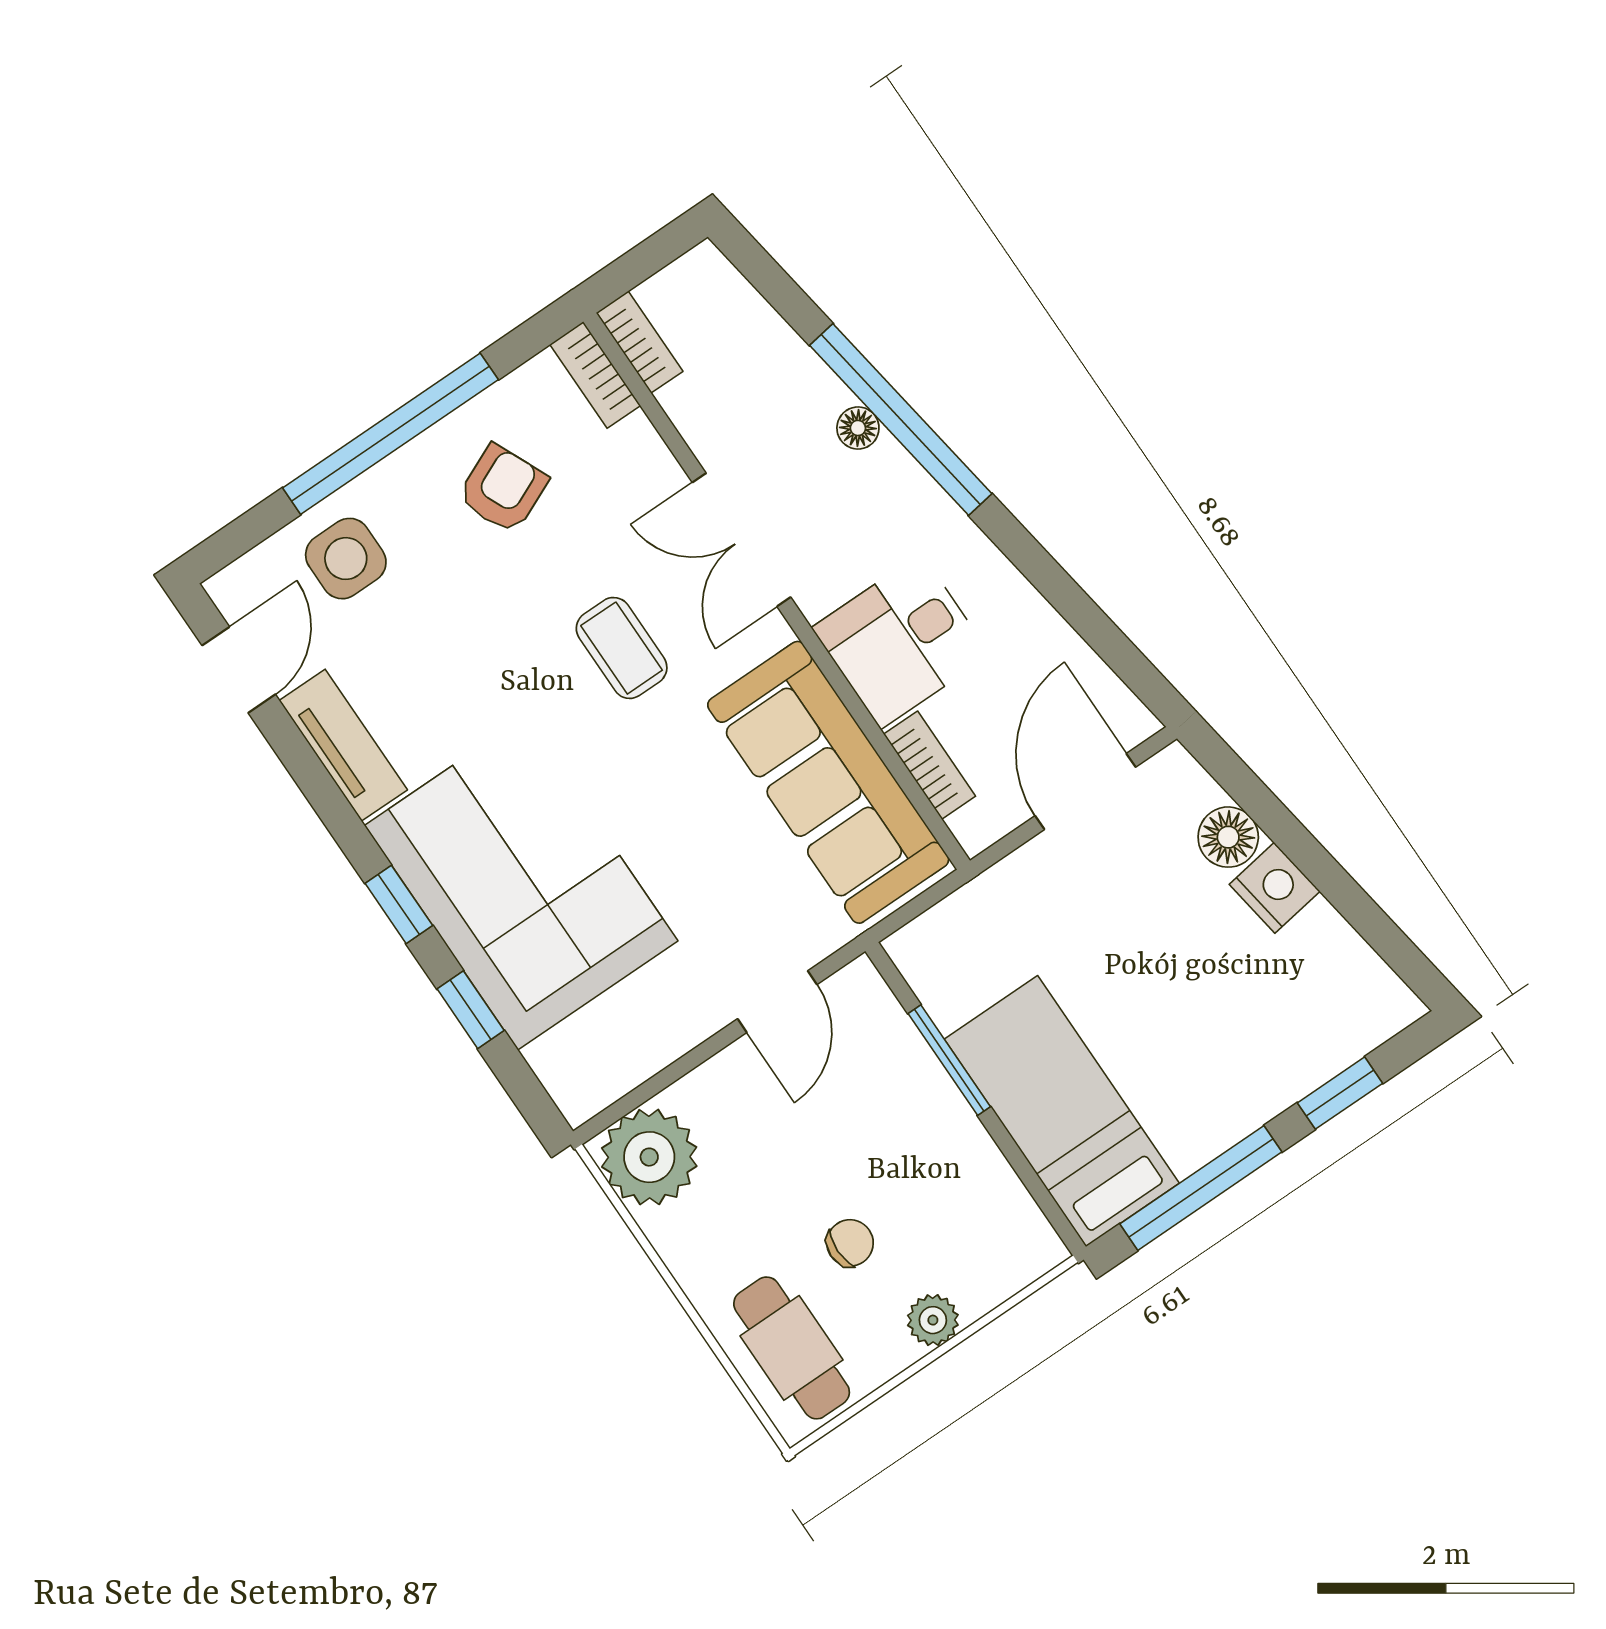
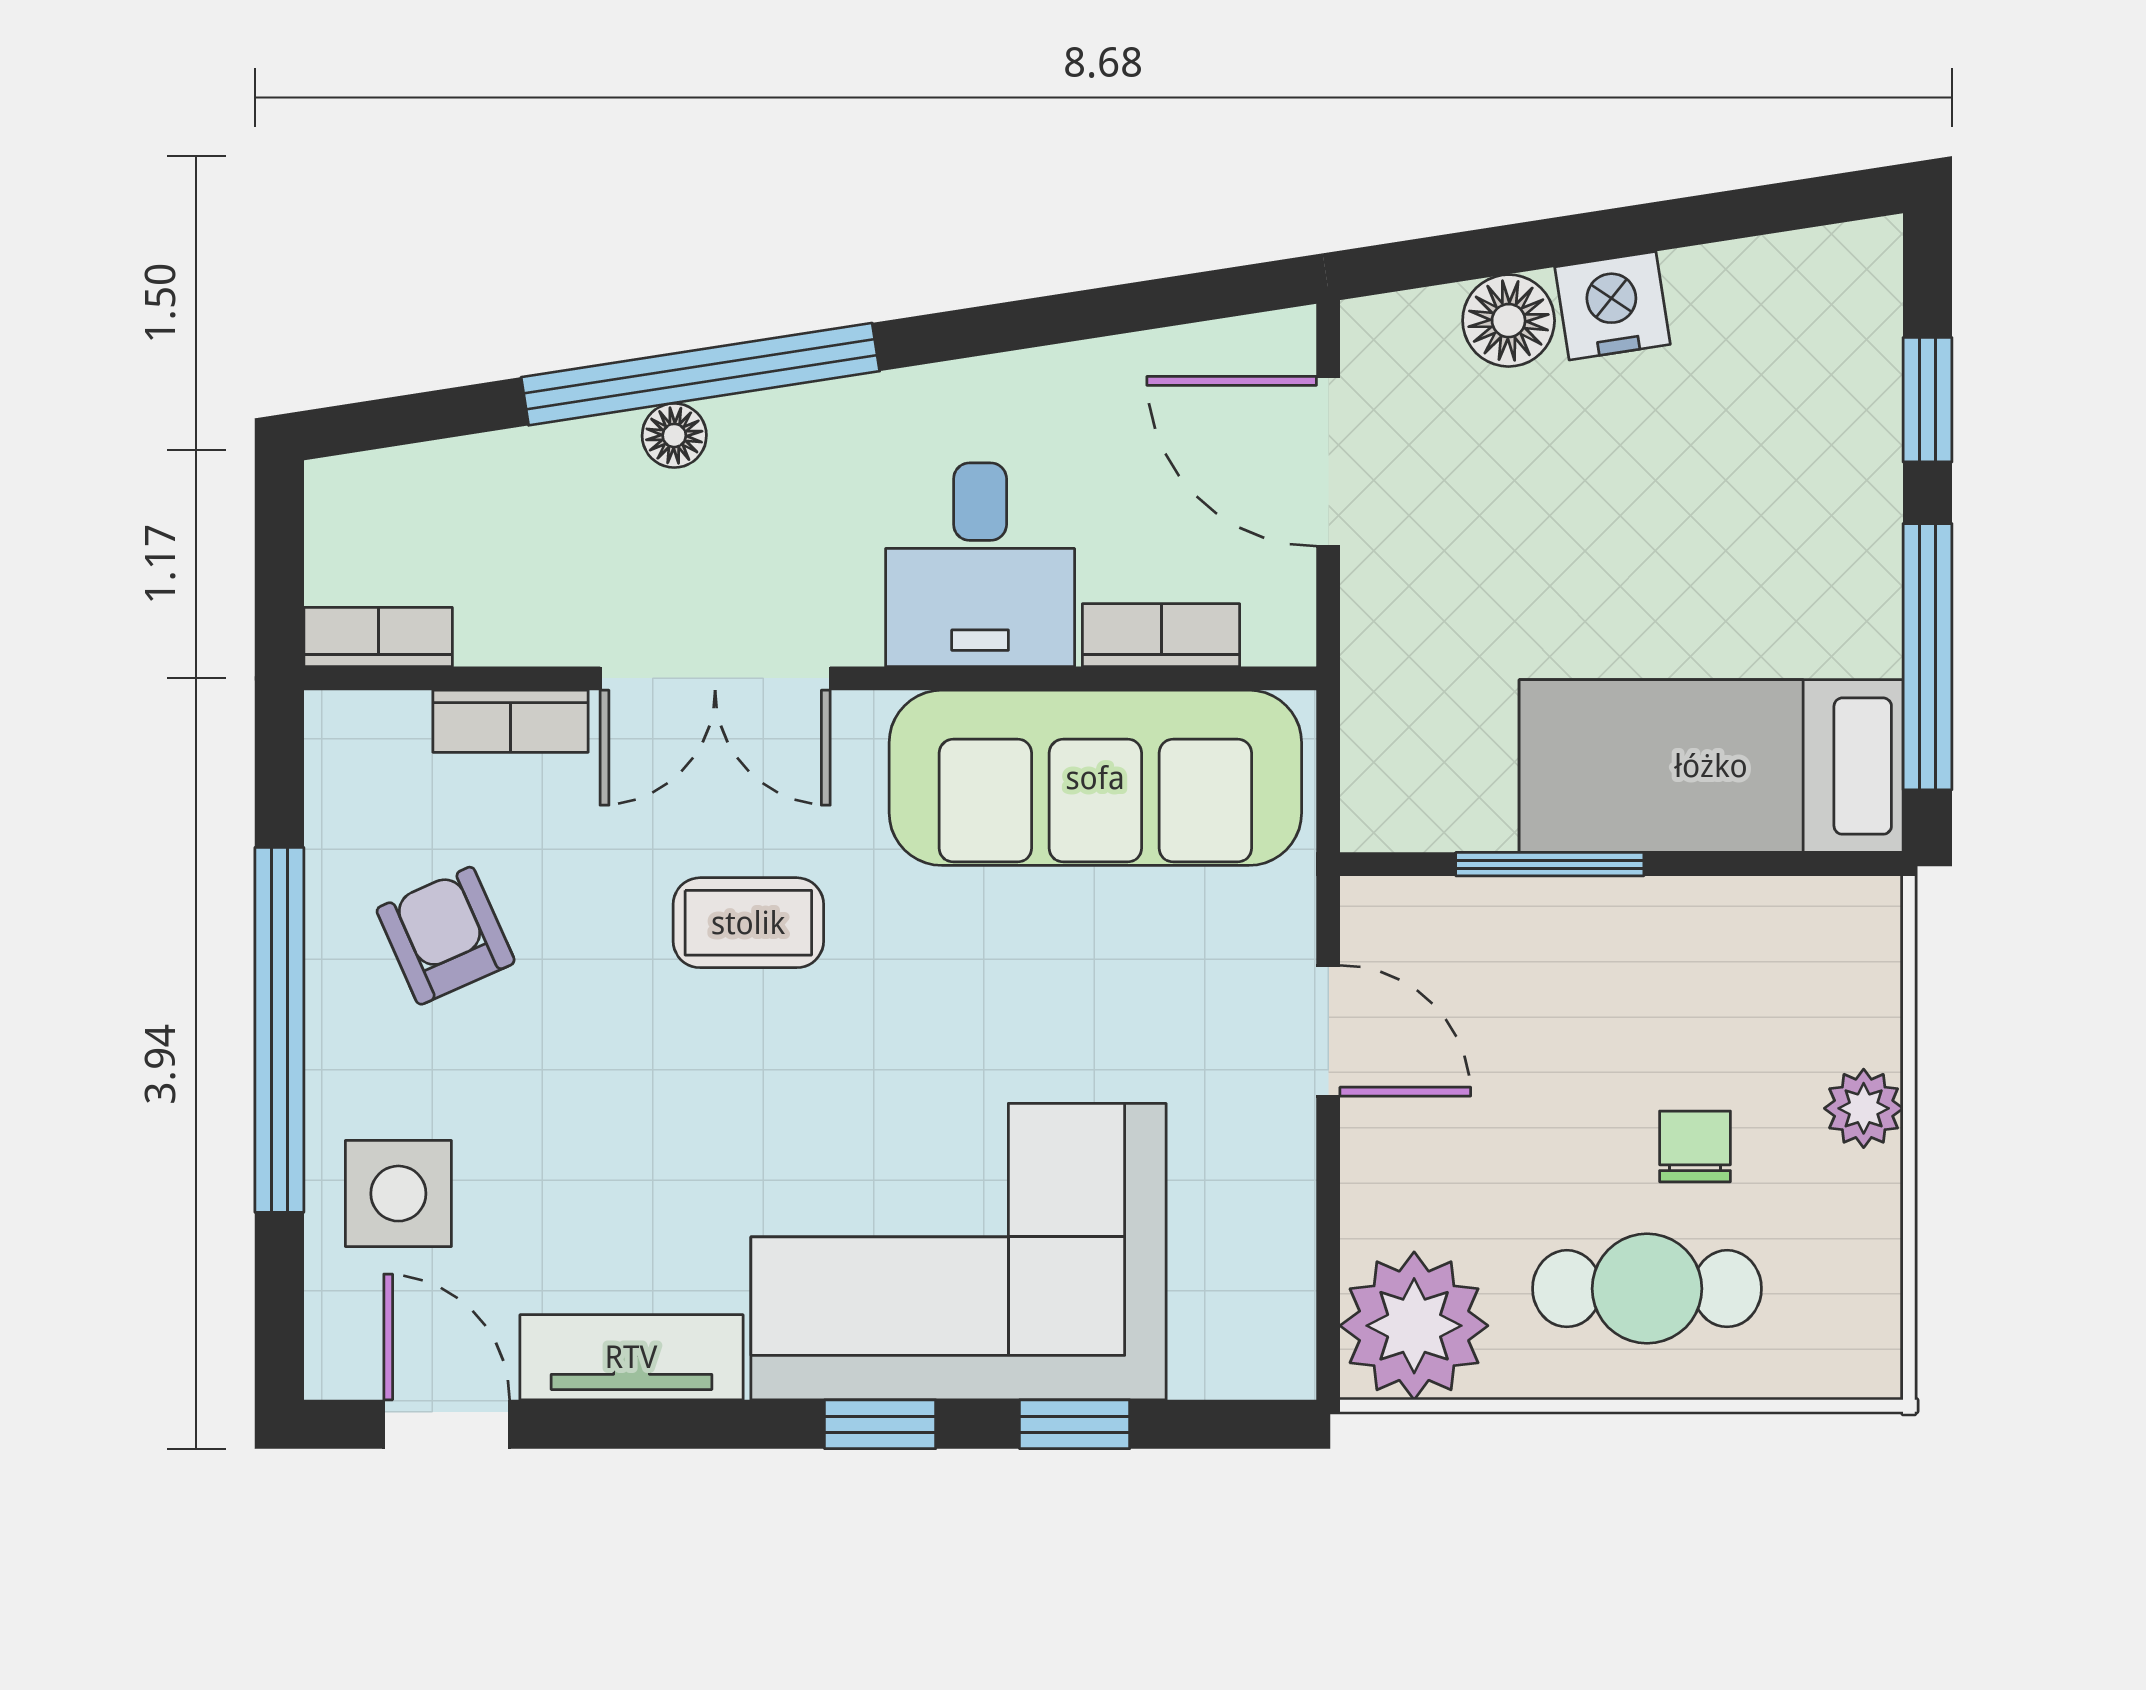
bookcase: (595, 375) -> (510, 721), moved
cafe table: (792, 1348) -> (1647, 1289), moved

